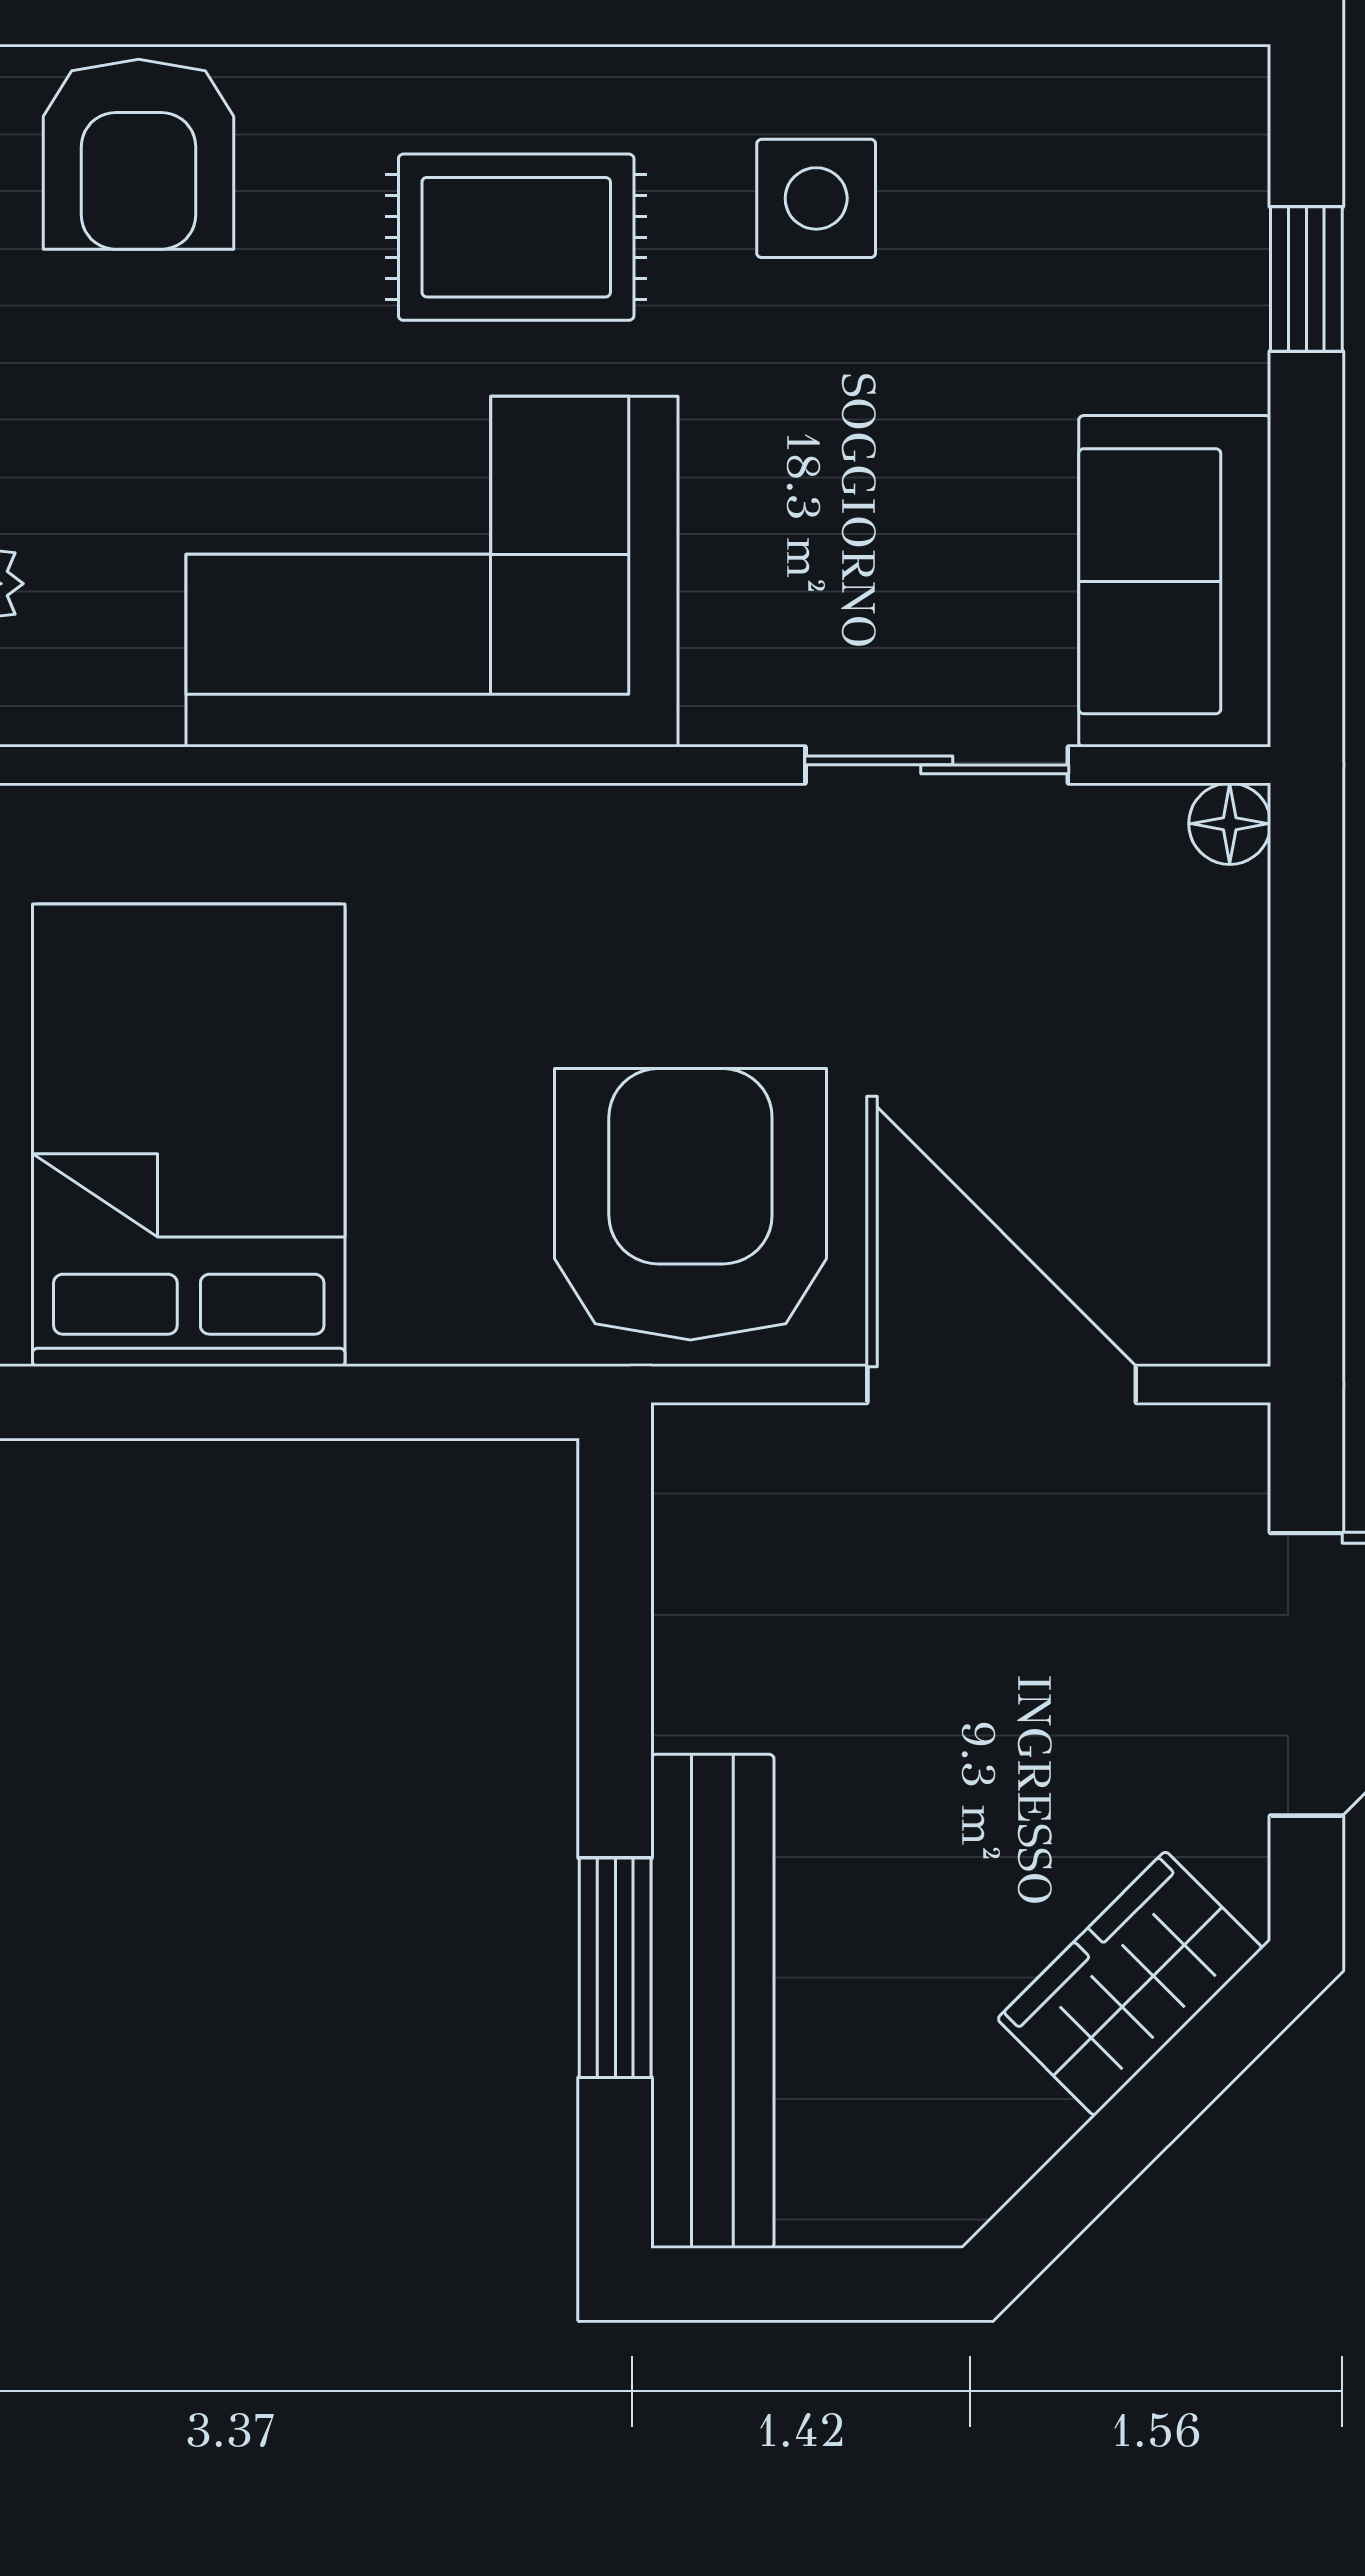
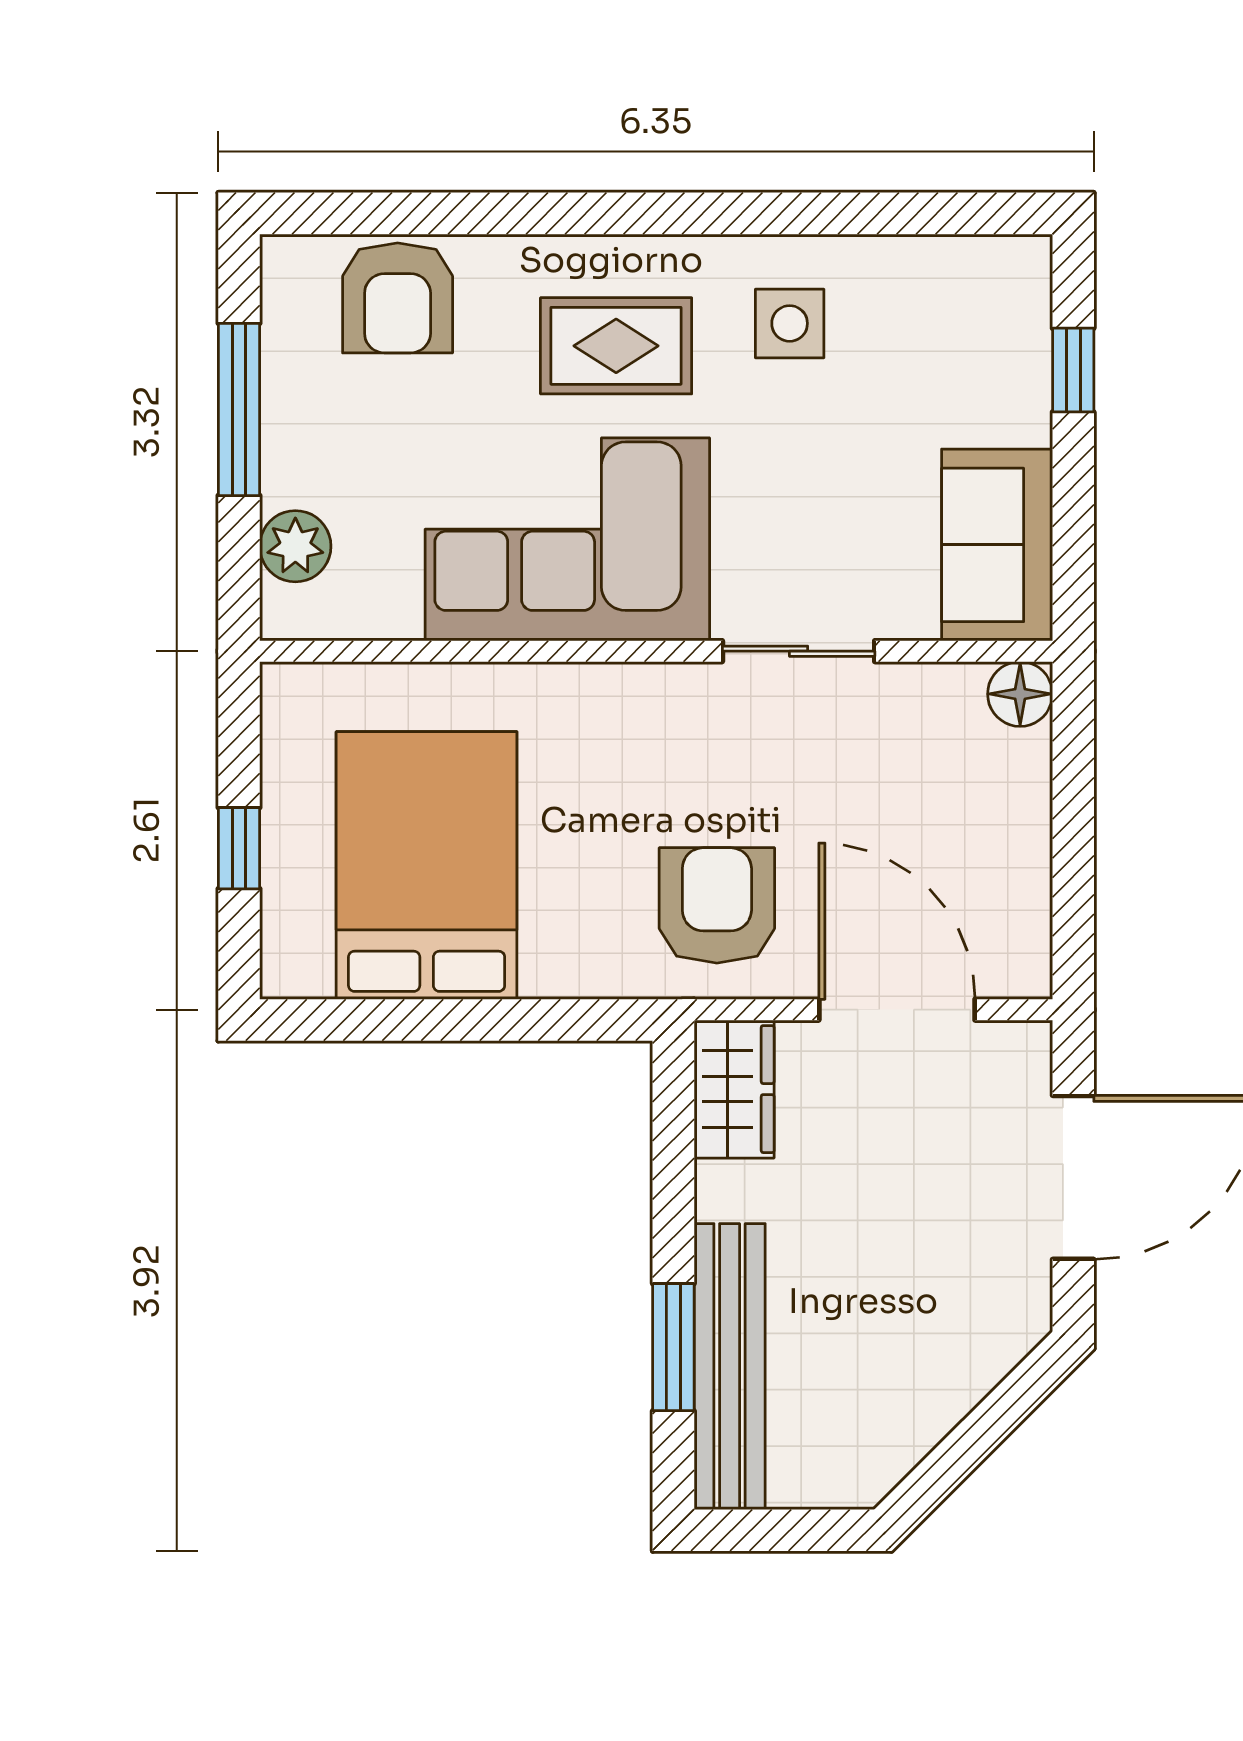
sliding door: (937, 765) -> (799, 651), moved
floor lamp: (1230, 824) -> (1020, 694), width x1.37, depth x1.37
armchair: (690, 1204) -> (717, 905), width x0.73, depth x0.73
wardrobe: (1130, 1984) -> (734, 1089), moved, turned 135

